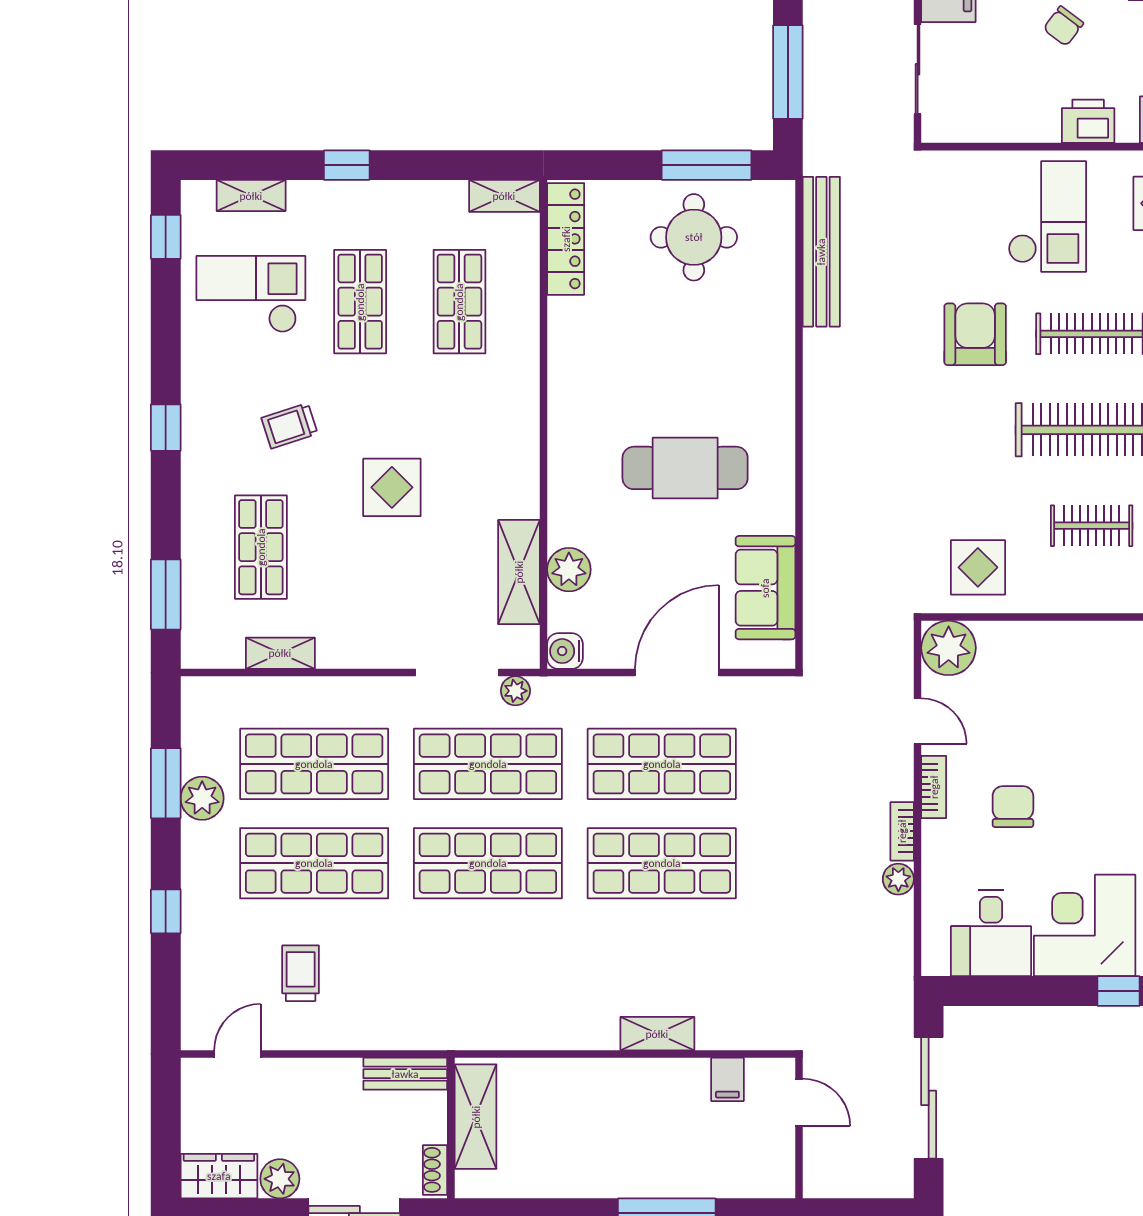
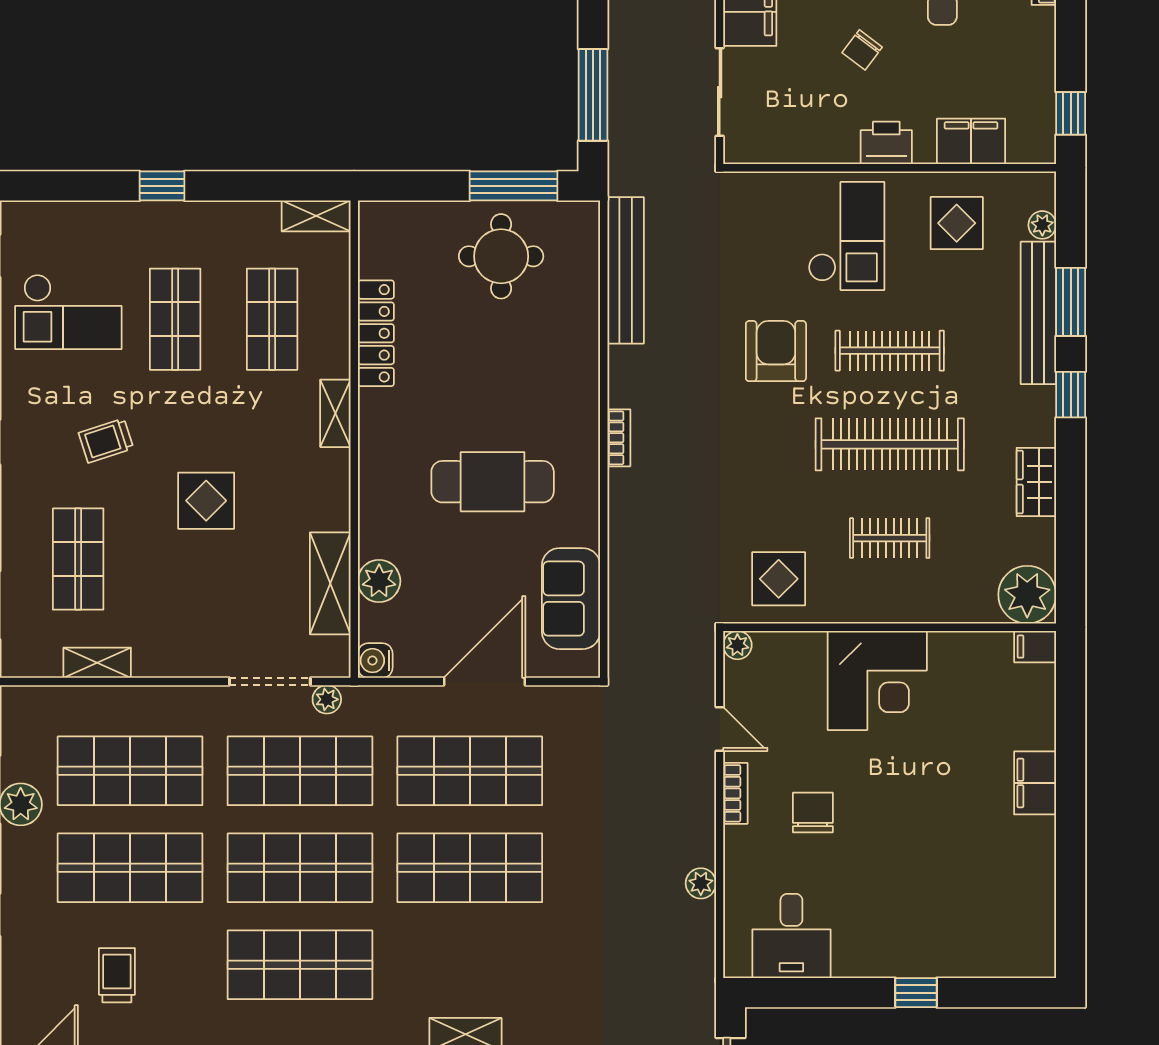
shelving: (251, 196) -> (335, 413), moved, turned 90
locker: (566, 239) -> (376, 333), moved
checkout: (251, 294) -> (68, 312), turned 180
plant: (949, 648) -> (737, 645), width x0.53, depth x0.53
bookcase: (902, 831) -> (619, 438), moved, turned 180
corner desk: (1085, 925) -> (877, 680), moved, turned 180
shop shelf: (488, 963) -> (300, 965), added

